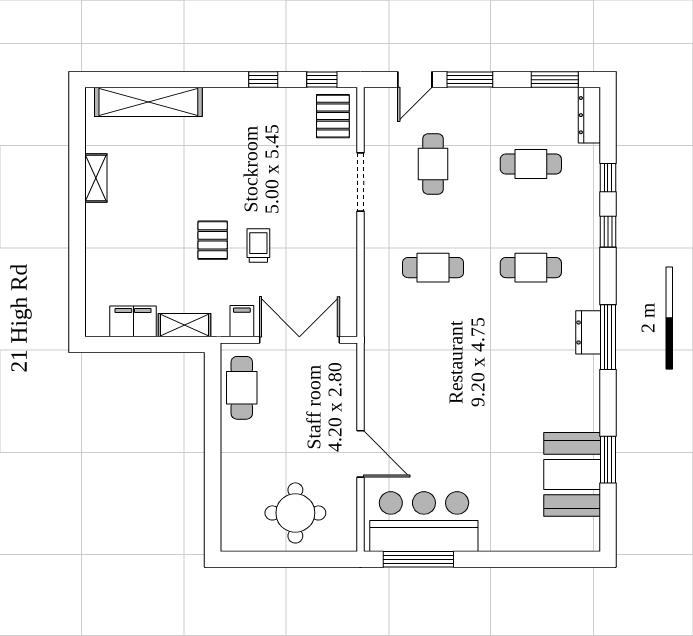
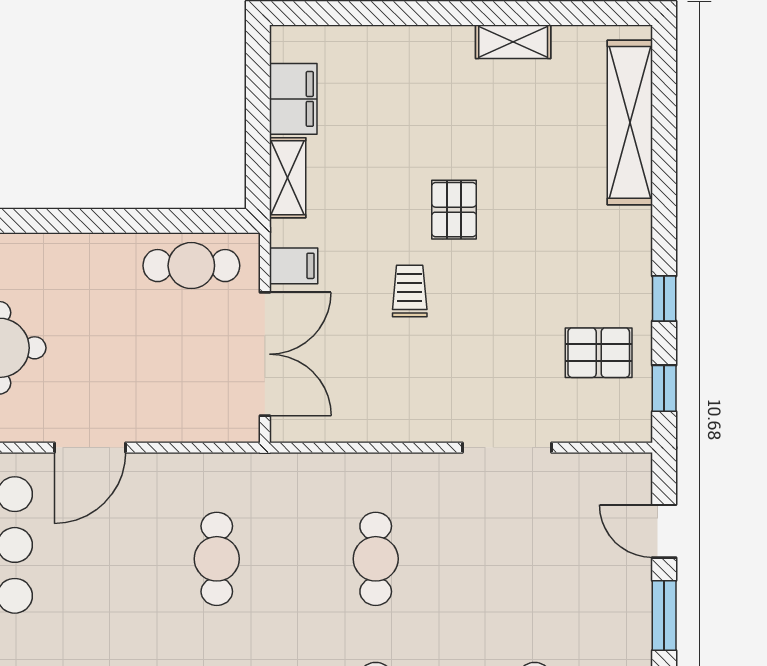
pallet: (333, 116) -> (599, 353), moved
cafe table: (433, 164) -> (217, 559), moved, turned 90
pallet: (213, 240) -> (454, 210), moved, turned 90
trolley: (258, 245) -> (410, 291), turned -90

